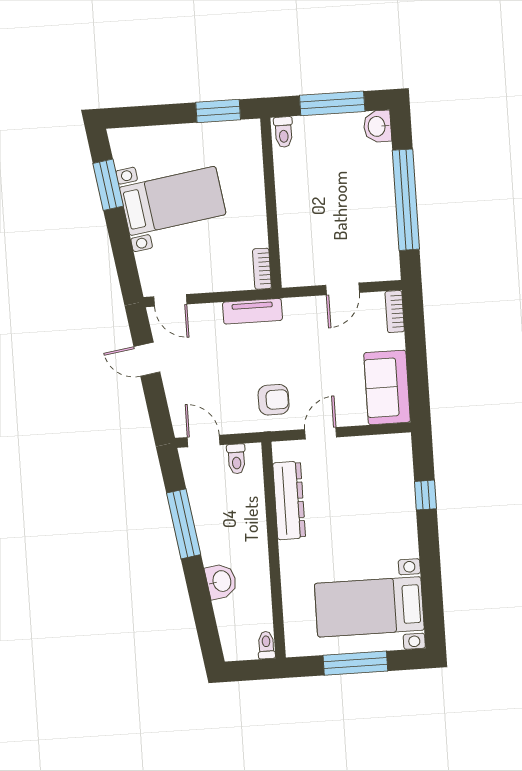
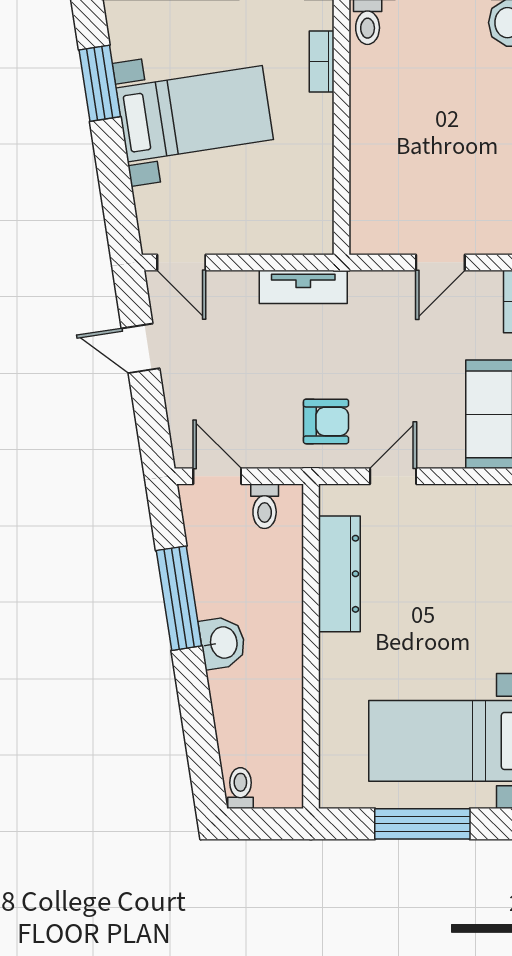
bookcase: (262, 269) -> (322, 61), moved
washbasin: (221, 581) -> (223, 643), moved
toilet: (266, 645) -> (240, 788), moved

